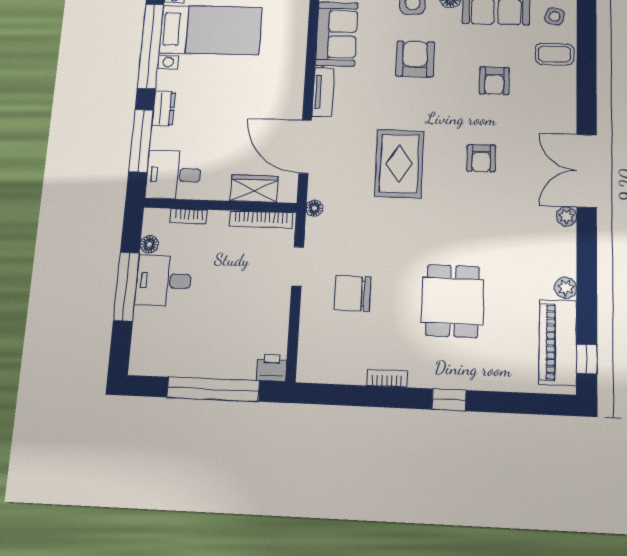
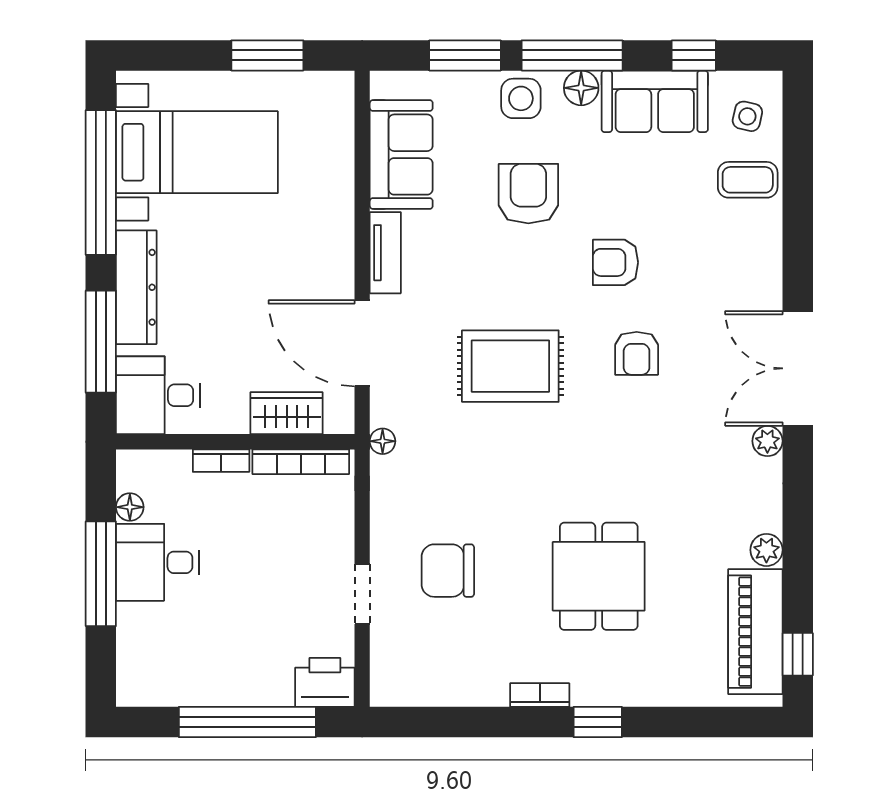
armchair: (494, 81) -> (616, 262), moved, turned 90
dresser: (164, 109) -> (136, 287), width x1.96, depth x1.24
rug: (399, 164) -> (510, 366), turned 90
bookcase: (189, 216) -> (221, 461), moved
doorway: (298, 266) -> (362, 594), moved
printer: (272, 368) -> (325, 682), width x1.36, depth x1.24
bookcase: (387, 378) -> (540, 695), moved

